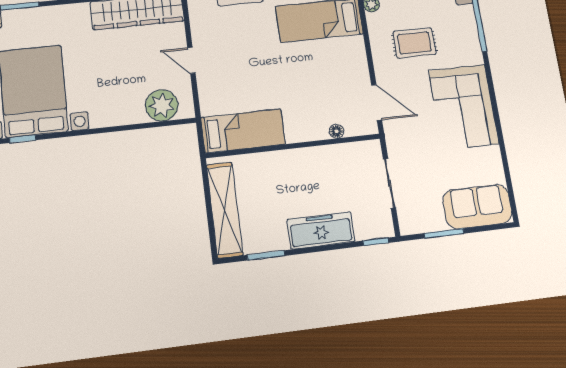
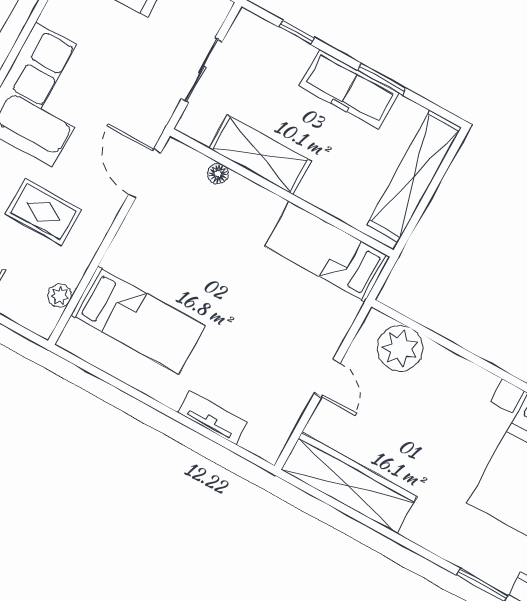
shelving: (321, 159) -> (260, 155), added
freezer: (321, 230) -> (349, 89), moved
window: (376, 242) -> (297, 32), moved
window: (266, 255) -> (382, 79), moved

